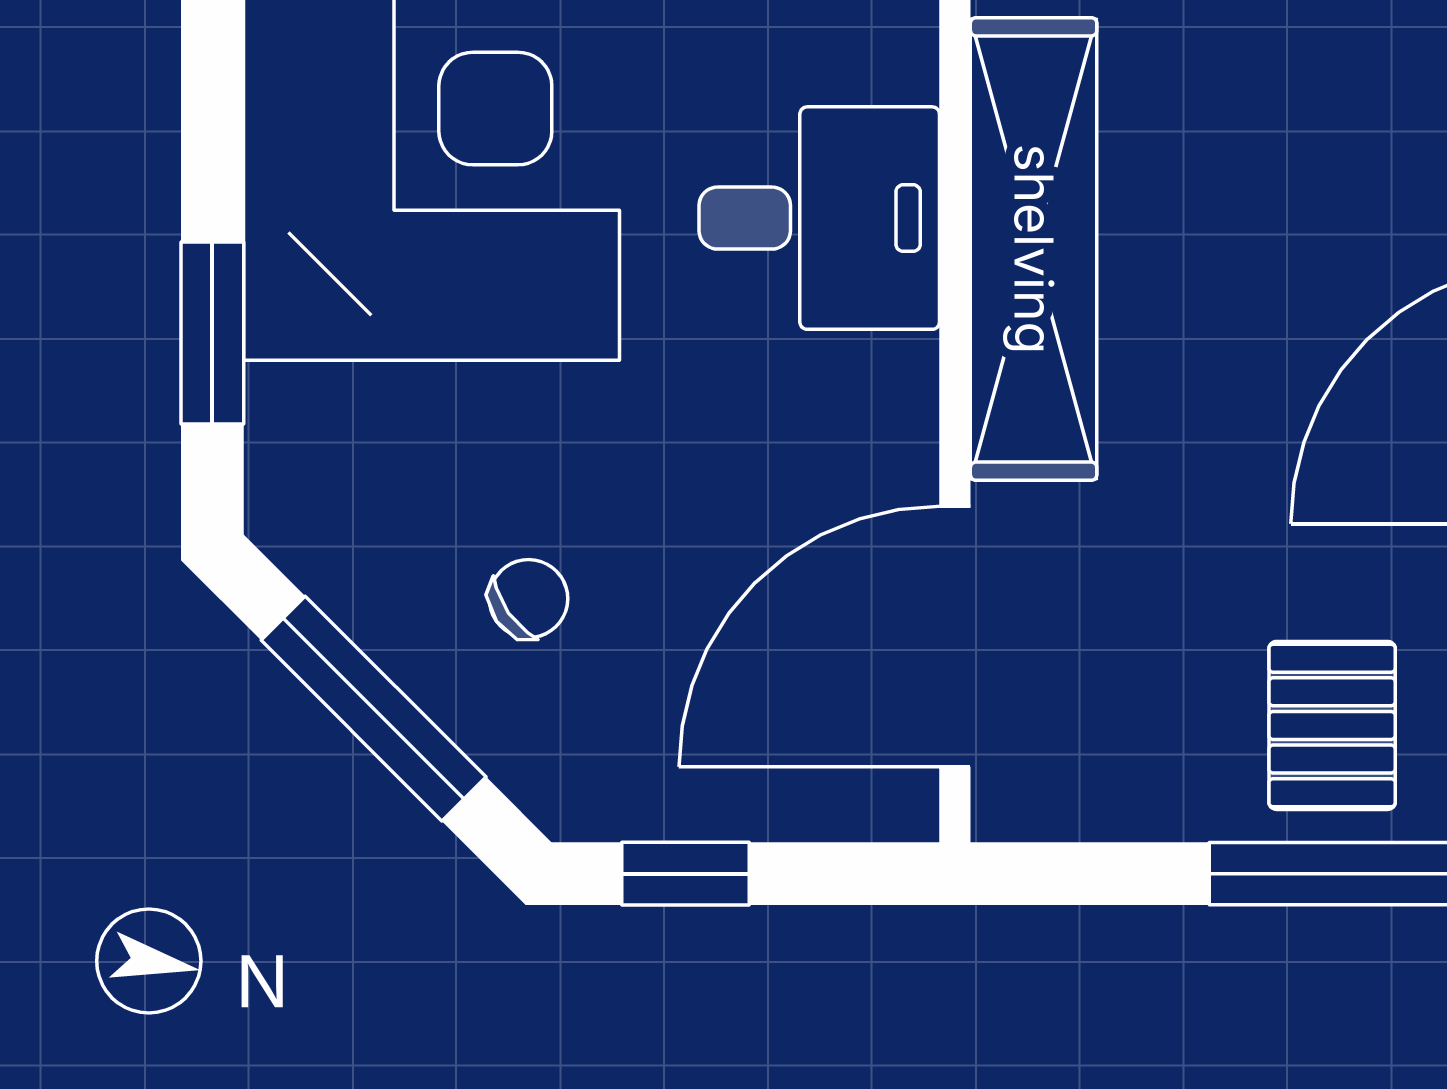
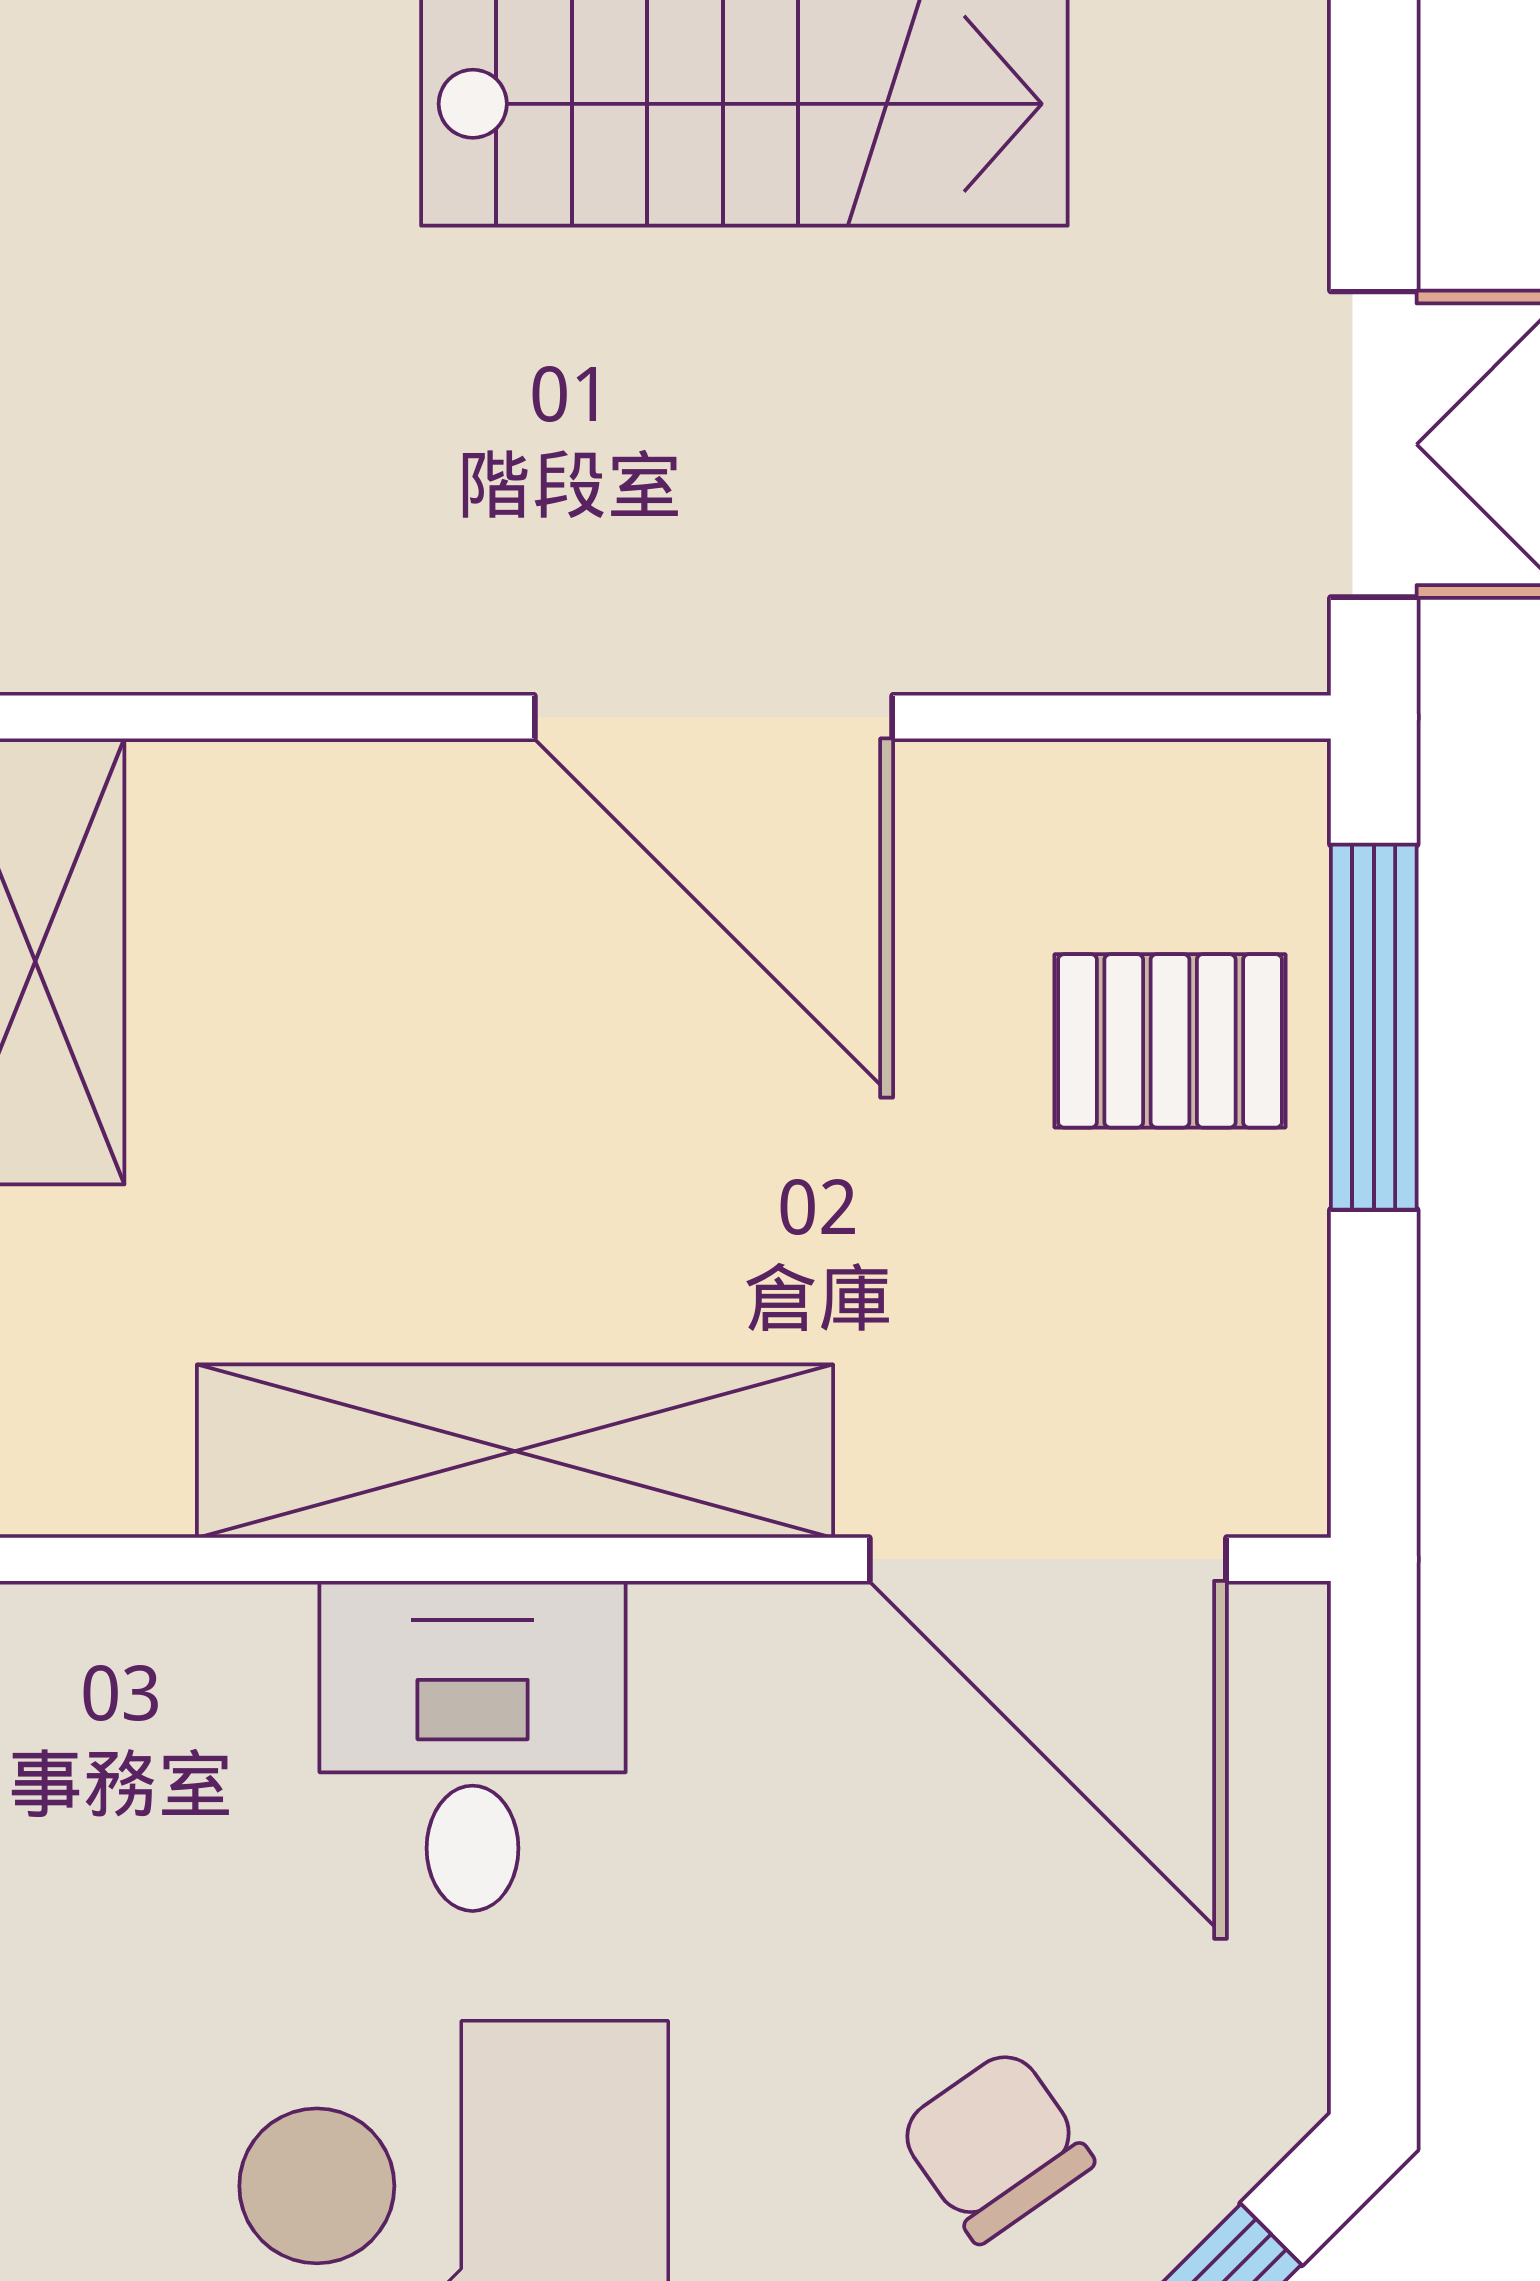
chair: (529, 599) -> (996, 2146), width x1.37, depth x1.37
window: (685, 874) -> (1374, 1930), removed

